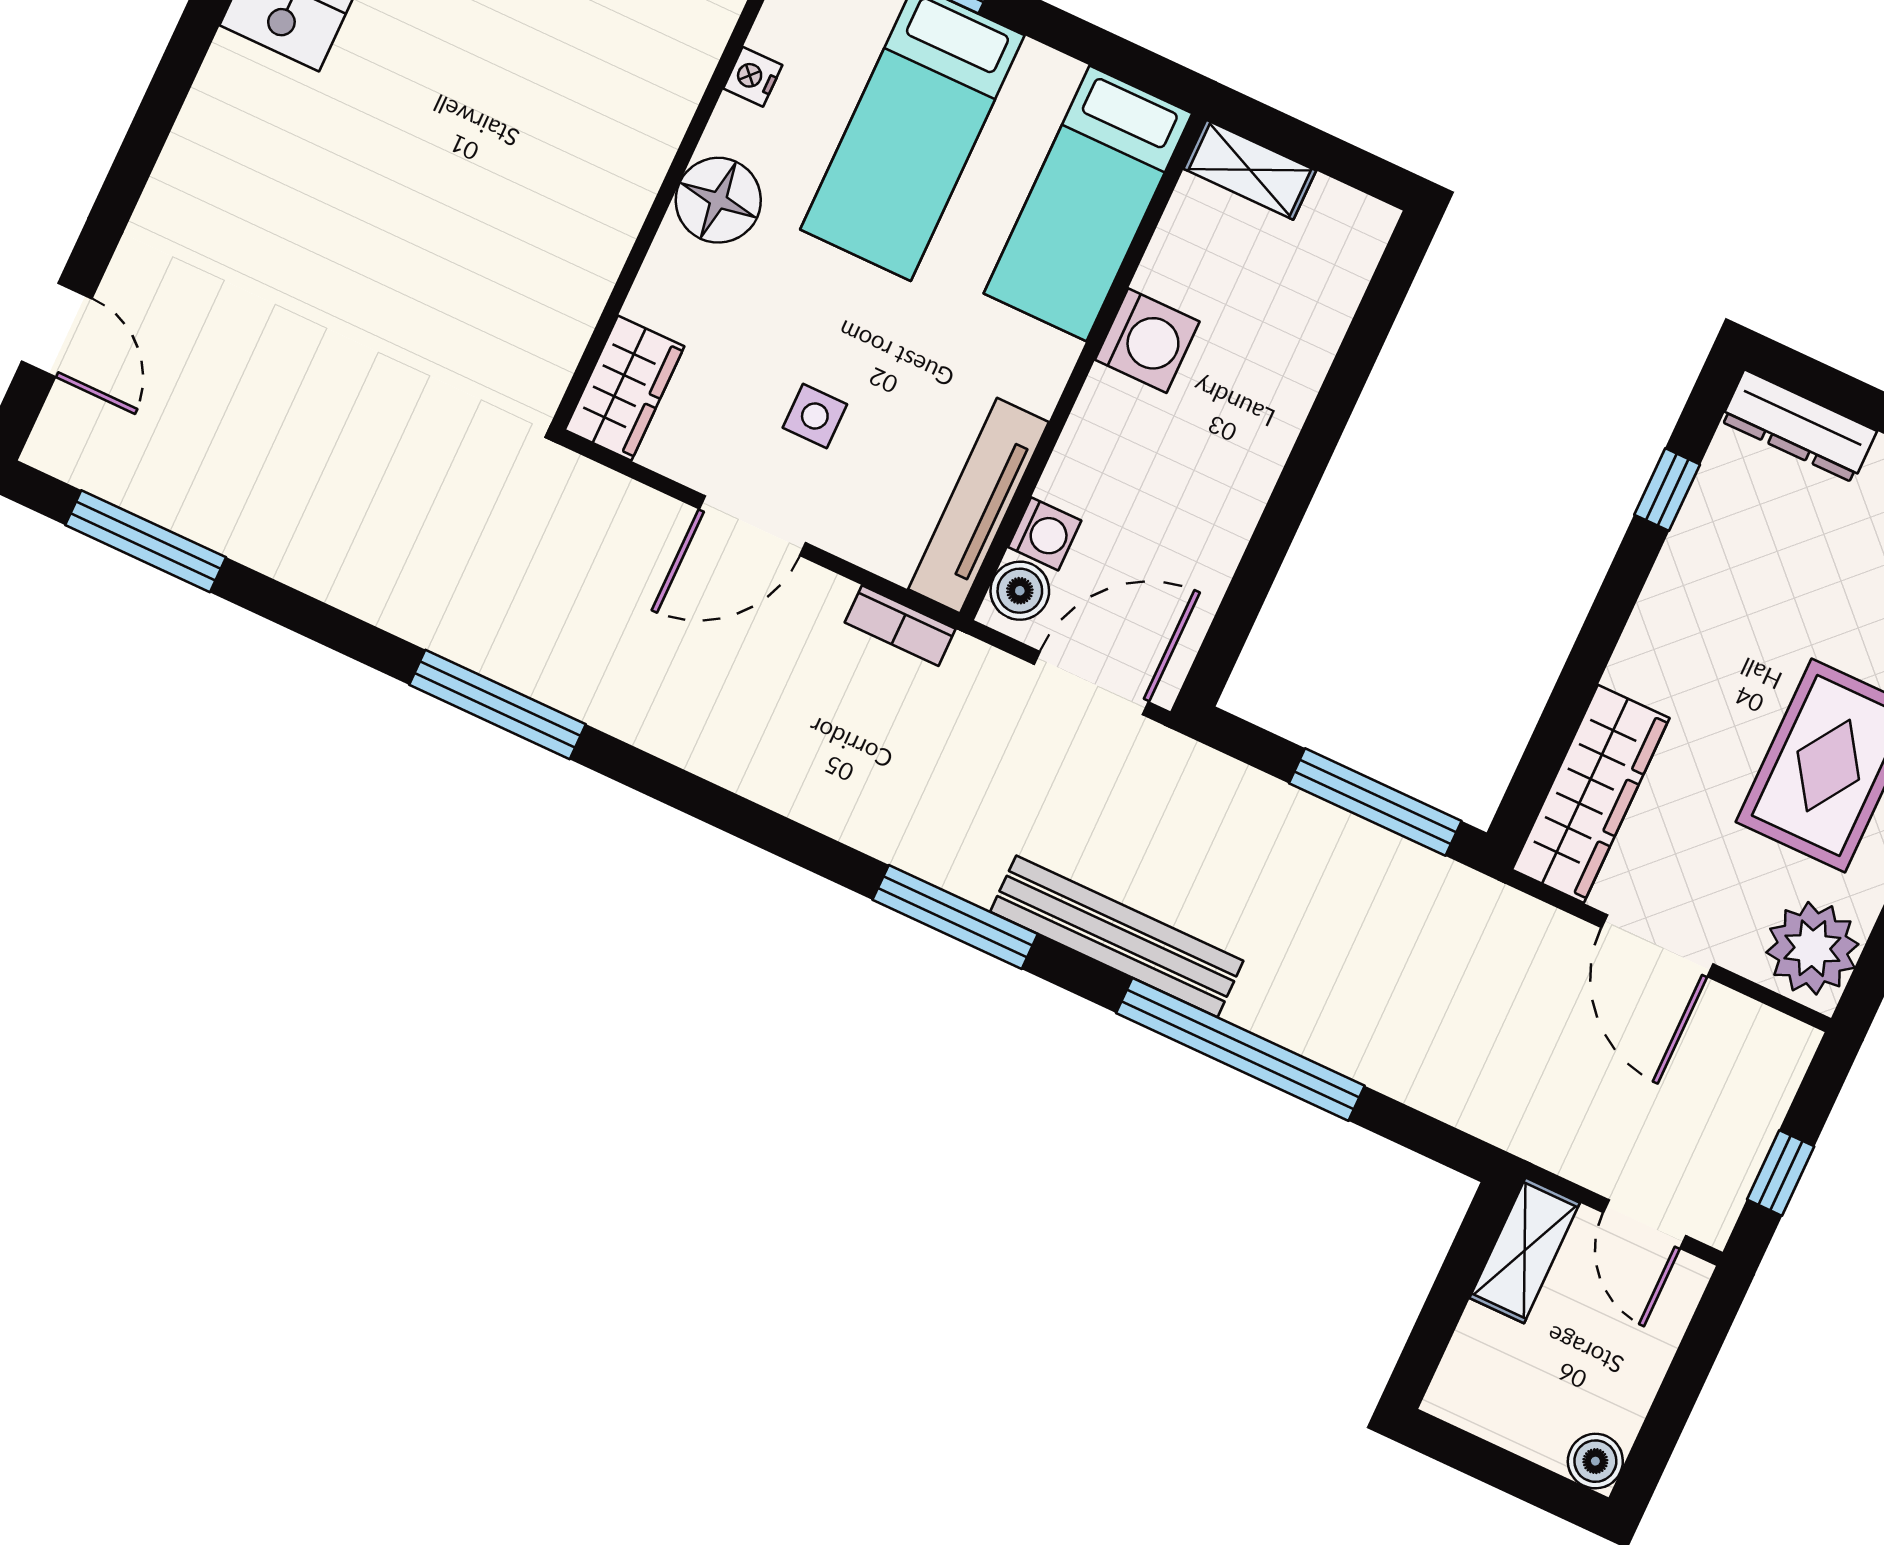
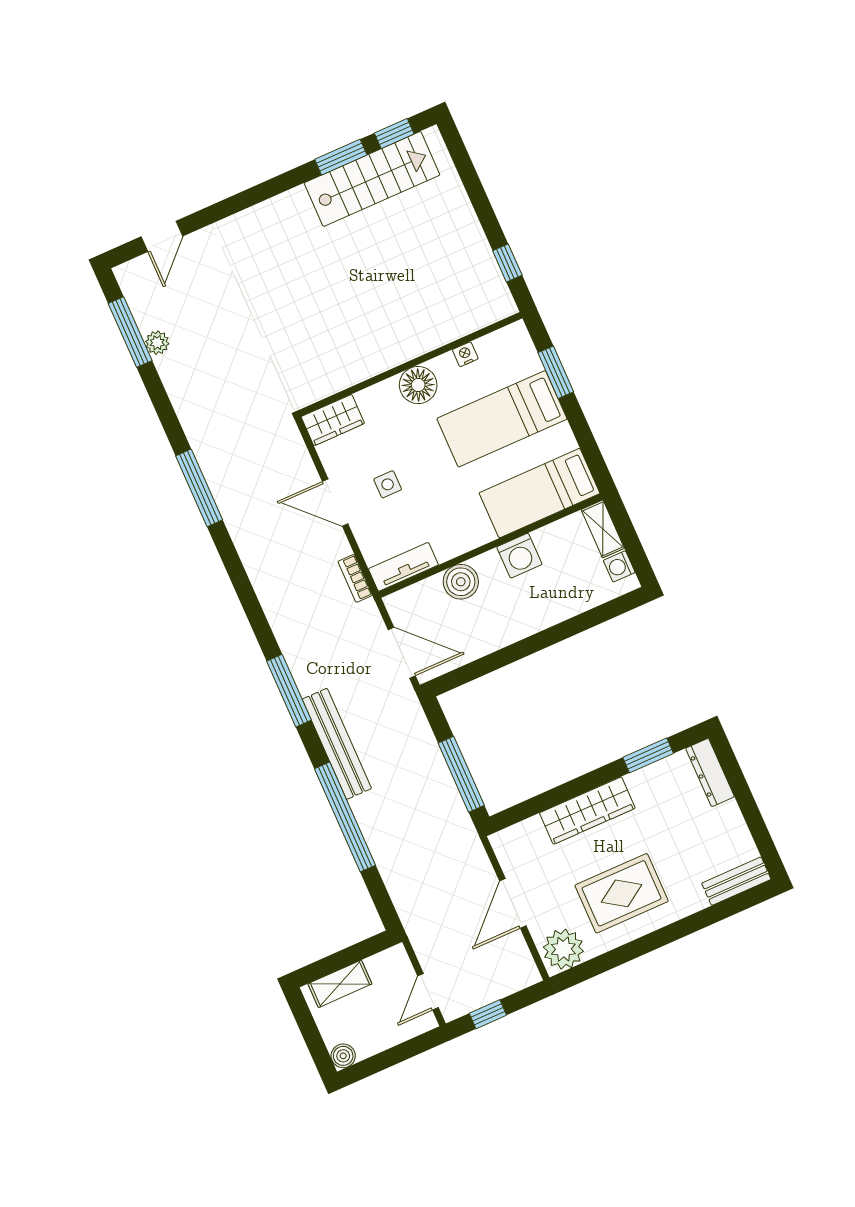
window: (1667, 490) -> (648, 755), width x1.50
tv unit: (978, 506) -> (403, 567), width x0.71
plant: (208, 519) -> (157, 343), added
washing machine: (1045, 534) -> (619, 566), moved, turned 90
boiler: (1020, 591) -> (461, 582), moved, width x1.36, depth x1.36
wardrobe: (1591, 794) -> (587, 811), moved
shelving: (1525, 1250) -> (340, 984), moved

